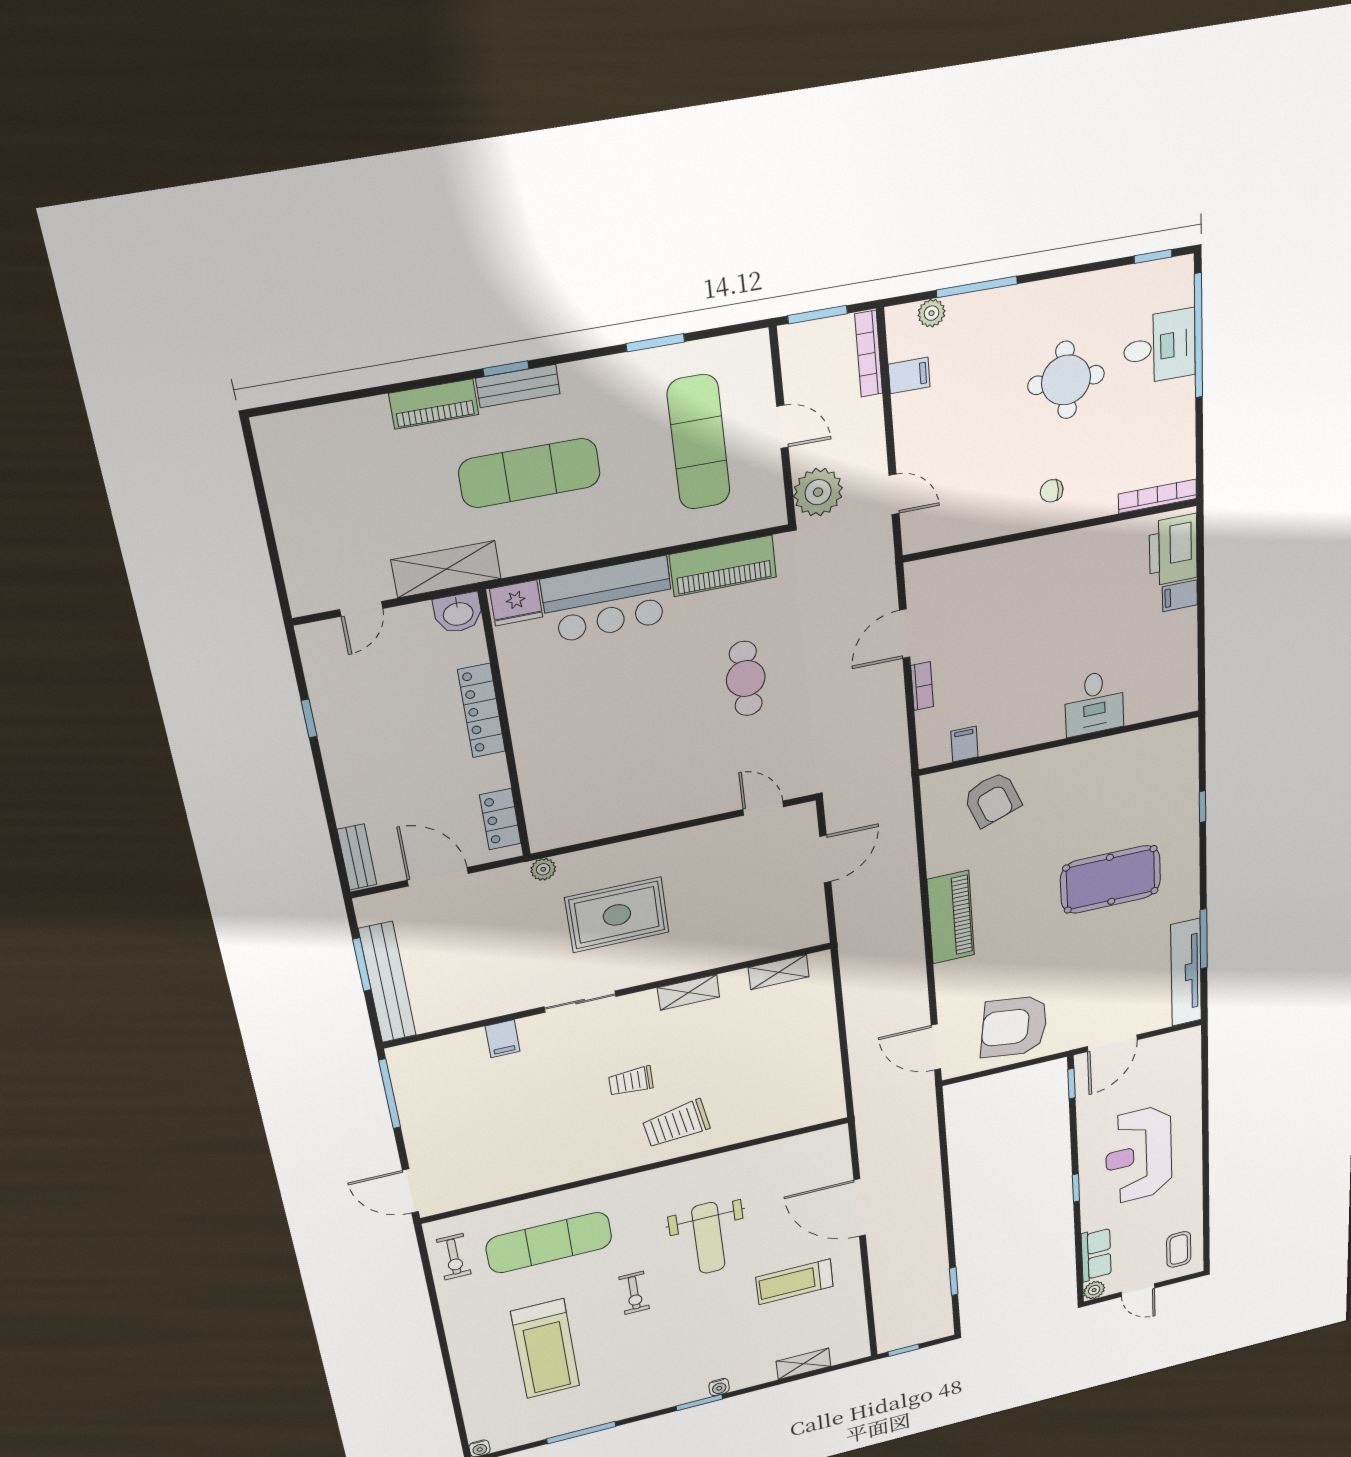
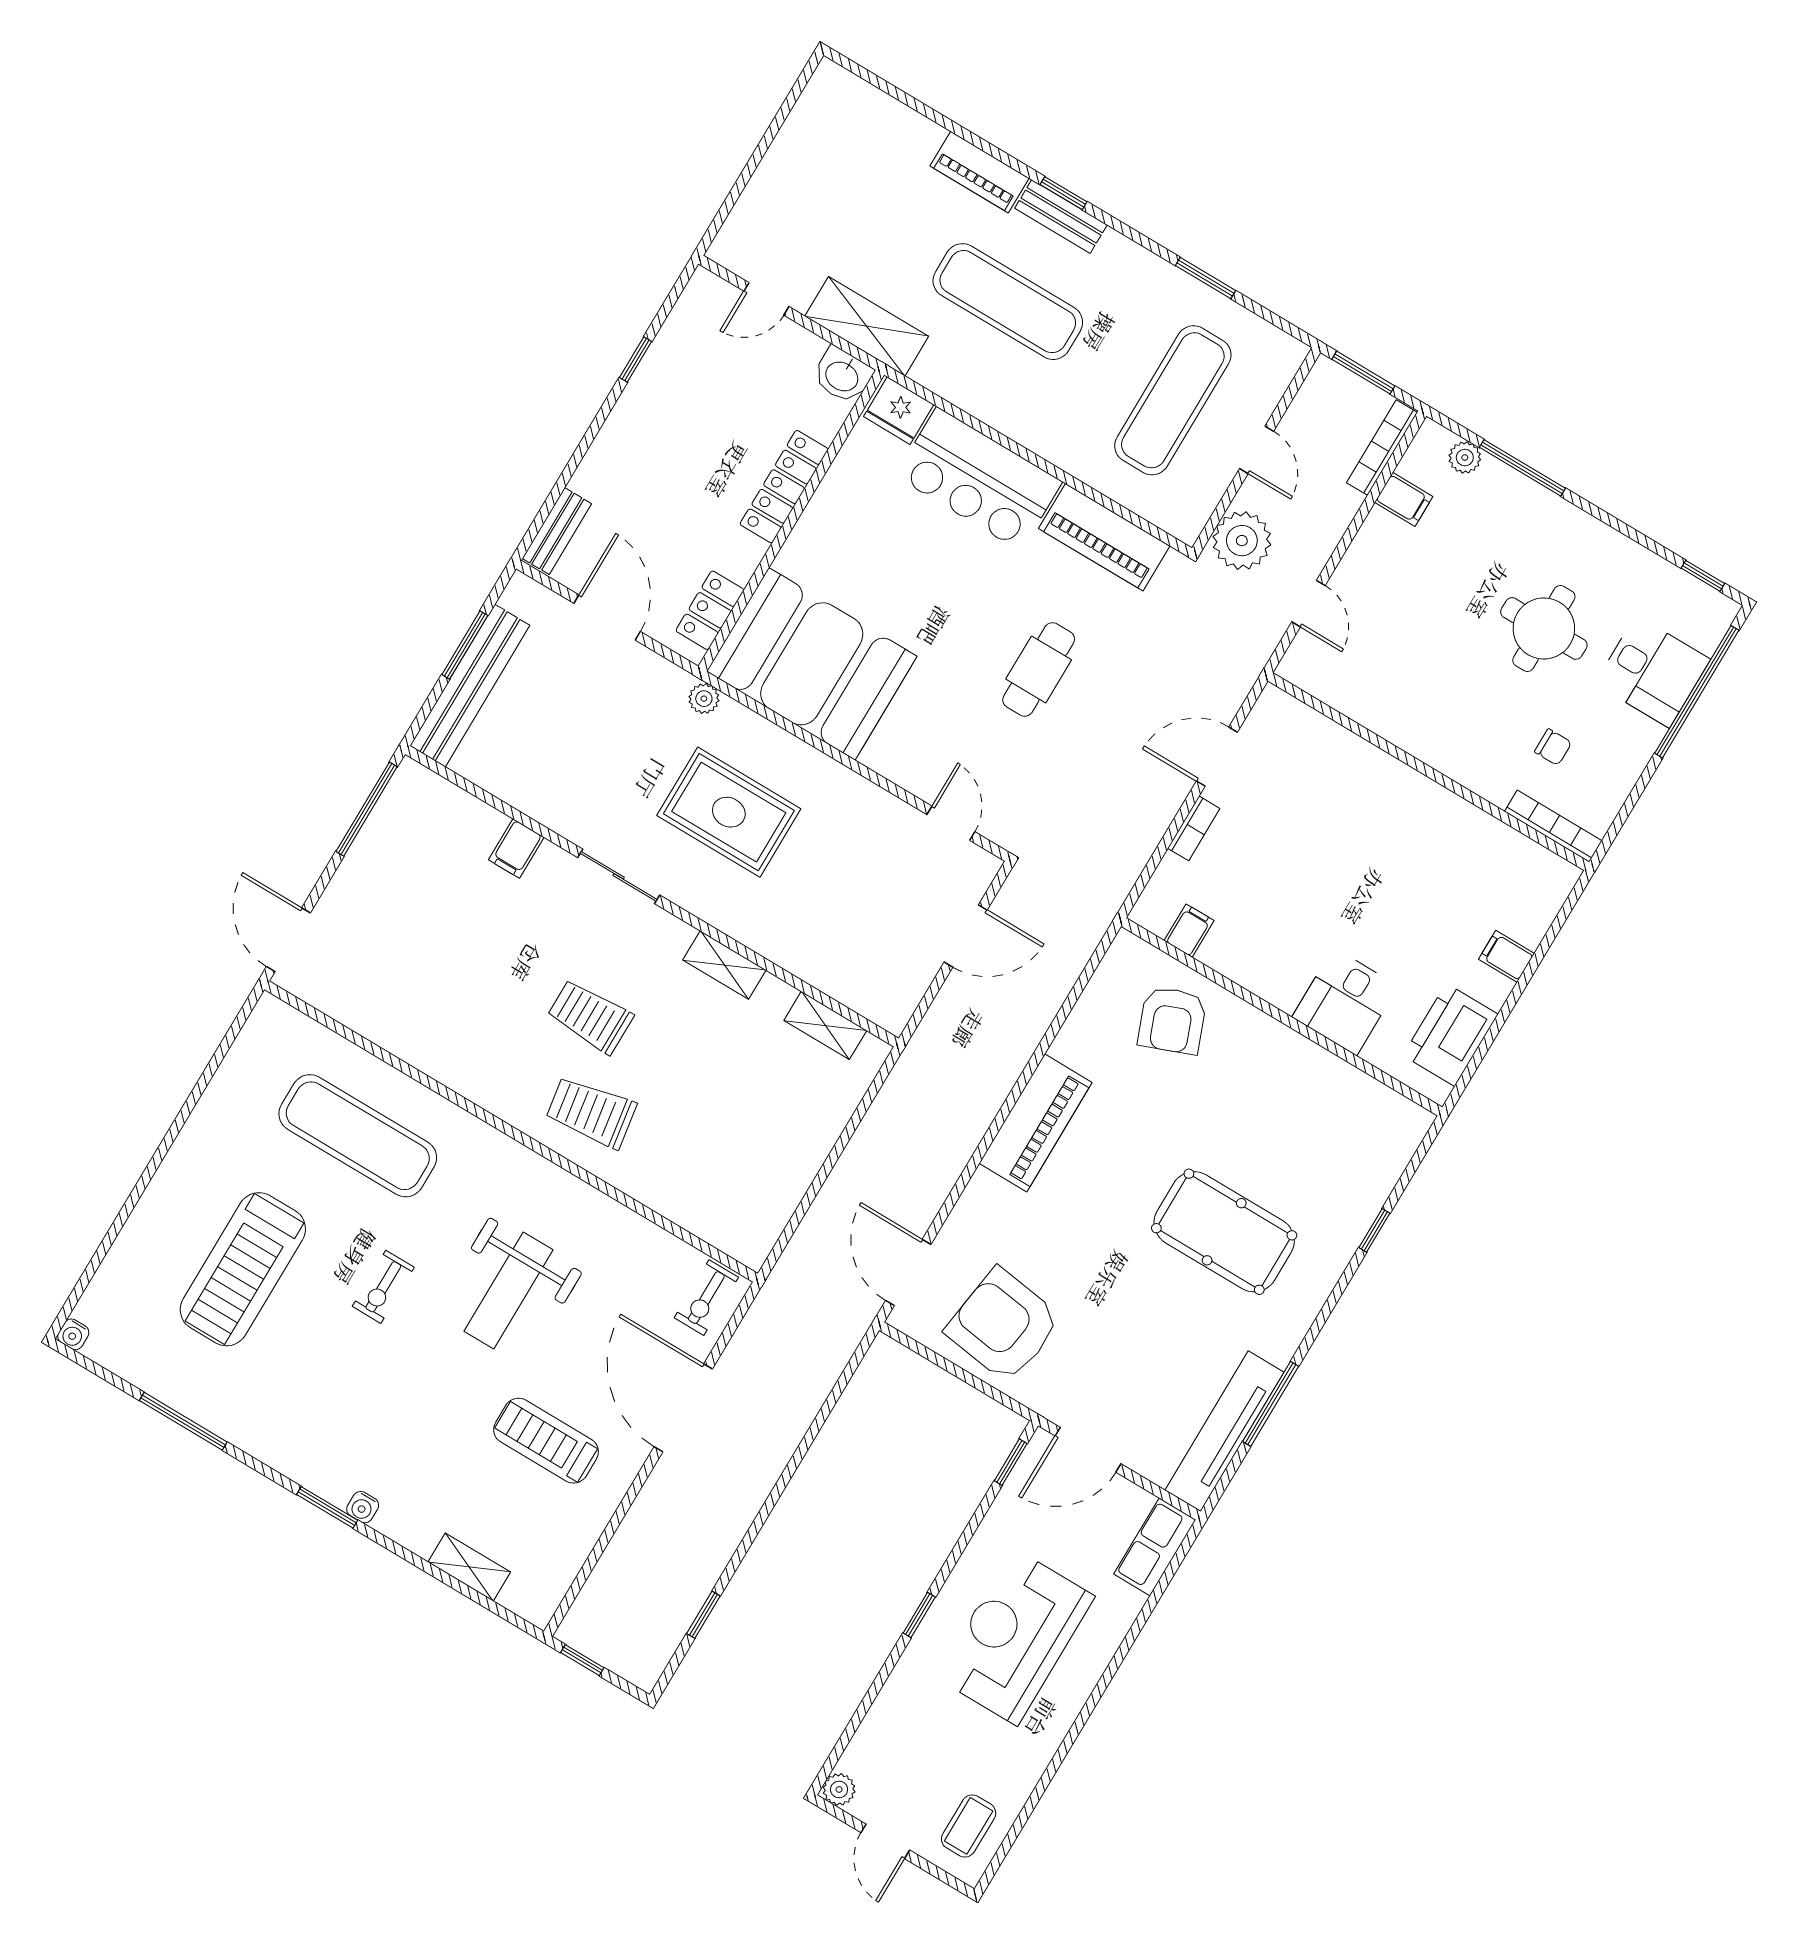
chair: (1052, 491) -> (1553, 747), moved, turned 180
printer: (1173, 550) -> (1451, 1035), moved
booth: (595, 795) -> (812, 664), added
trolley: (631, 1081) -> (590, 1016), width x1.36, depth x1.39
row of seats: (1096, 1255) -> (1155, 1547), moved, turned 180
exercise bike: (454, 1257) -> (706, 1298), moved

